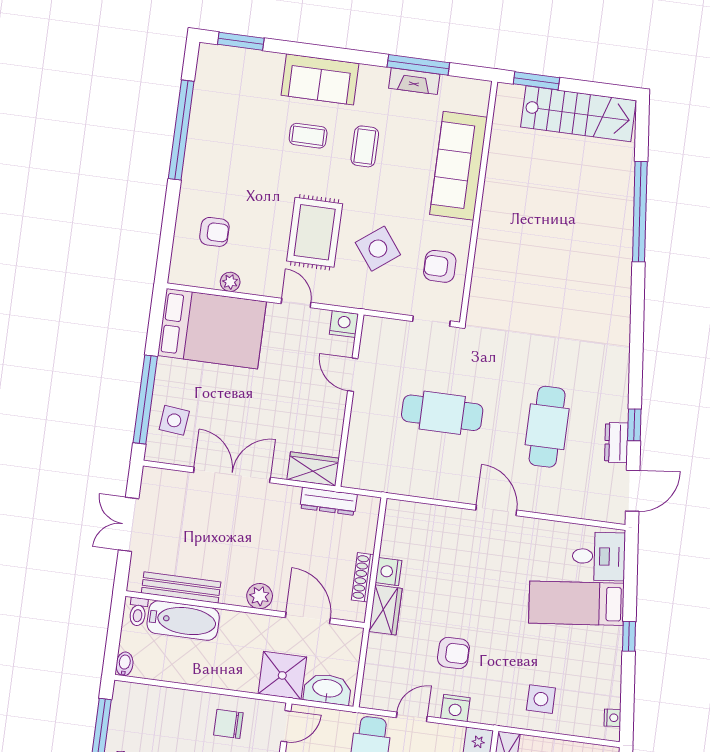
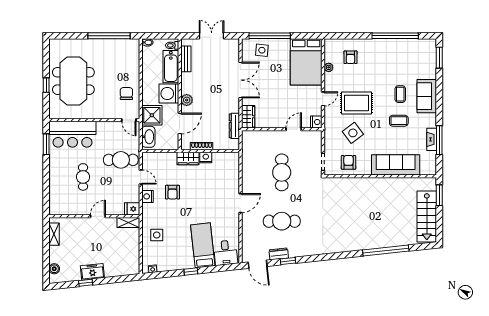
bench: (181, 588) -> (186, 59), width x0.73
washing machine: (240, 633) -> (169, 93), added

